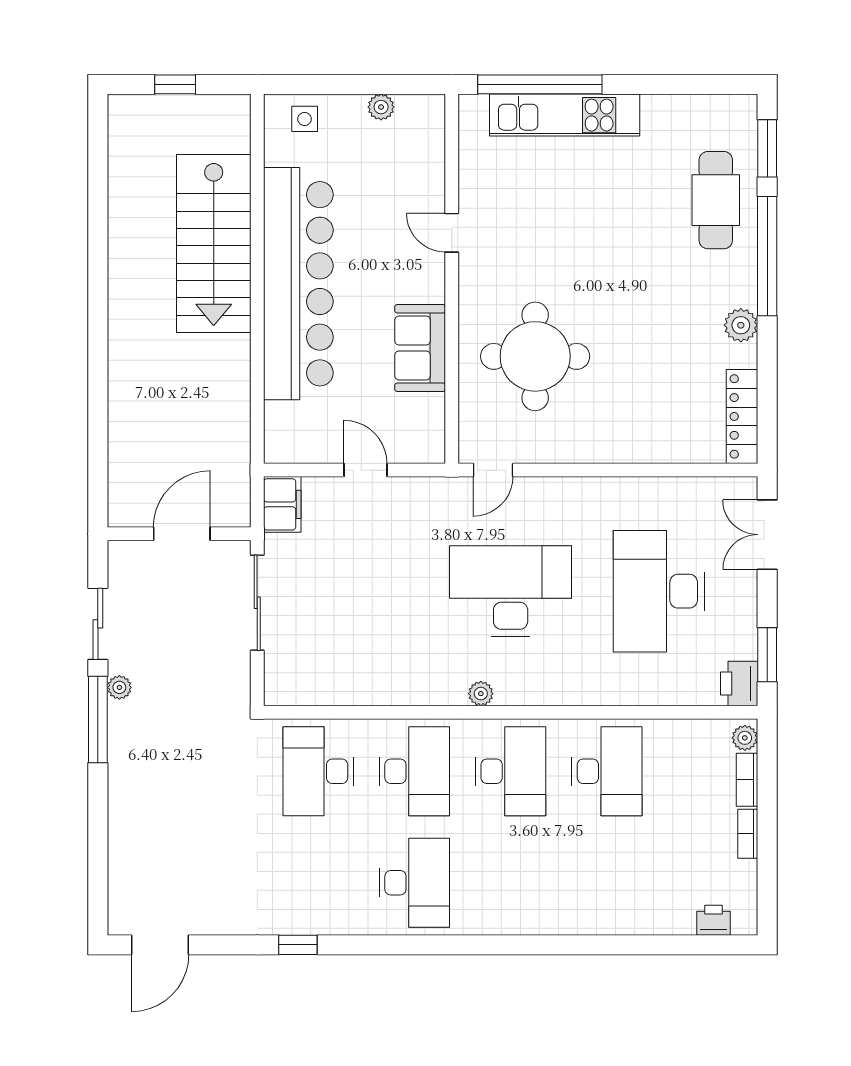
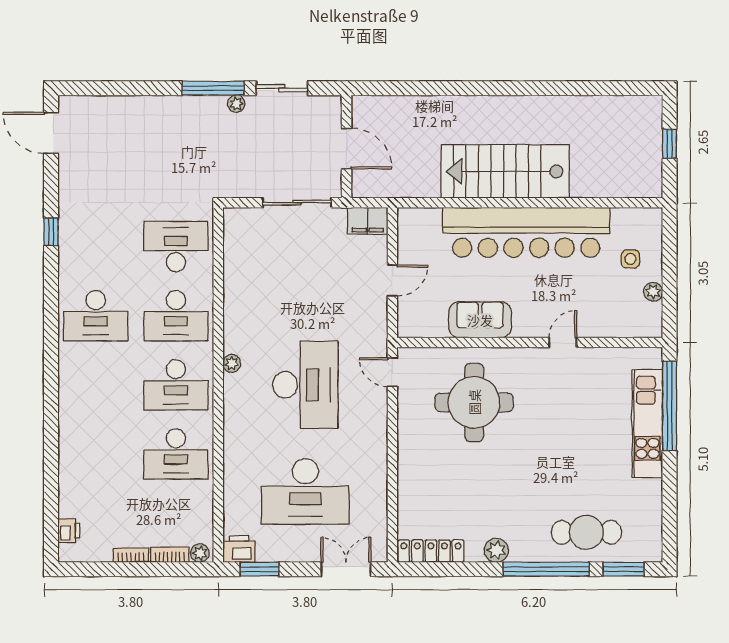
side table: (305, 119) -> (630, 259), moved
stairs: (214, 244) -> (505, 171), moved
desk: (659, 591) -> (305, 491), turned 180

